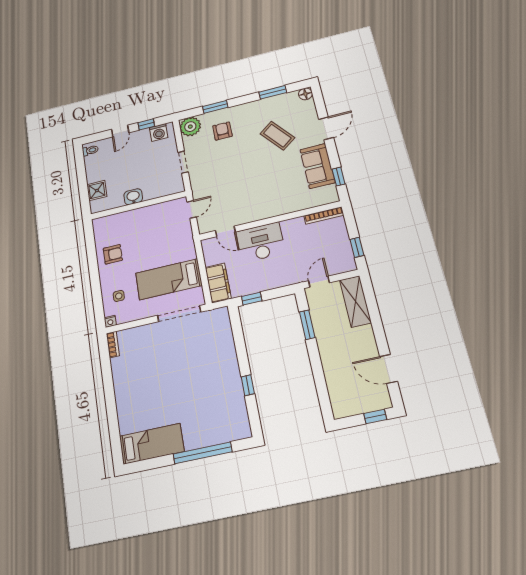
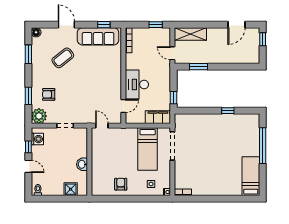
sofa: (318, 166) -> (98, 36), width x1.36

